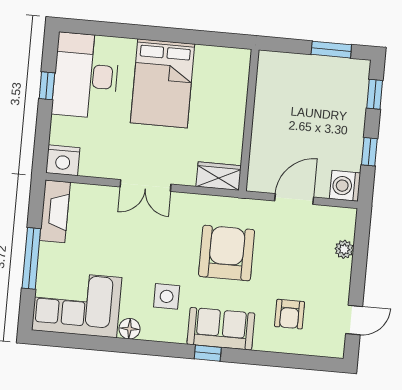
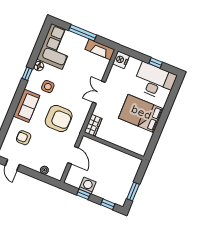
washing machine: (345, 186) -> (87, 186), moved
window: (208, 353) -> (27, 74), moved

